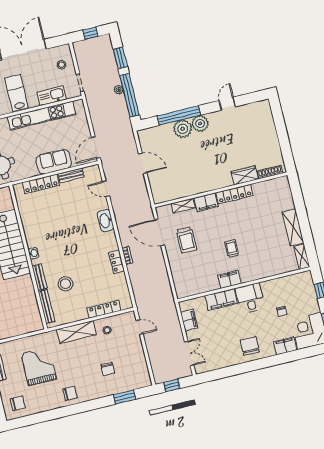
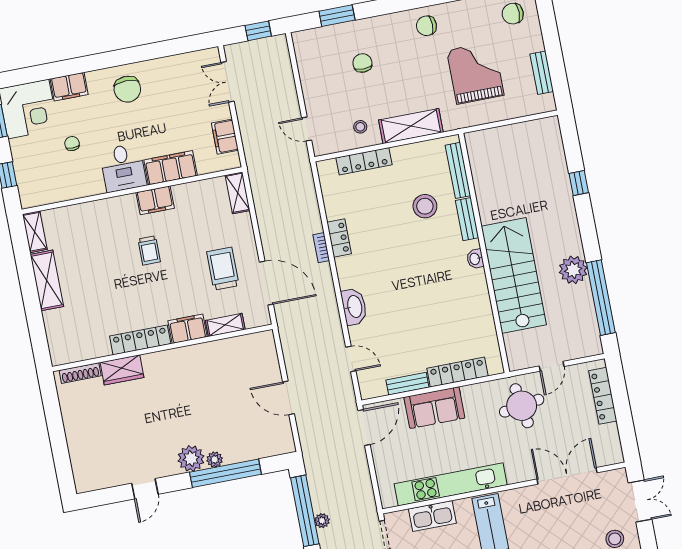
plant: (183, 129) -> (215, 459), width x0.53, depth x0.53
shelving: (180, 286) -> (238, 193), added
grand piano: (39, 366) -> (475, 73), turned 180

